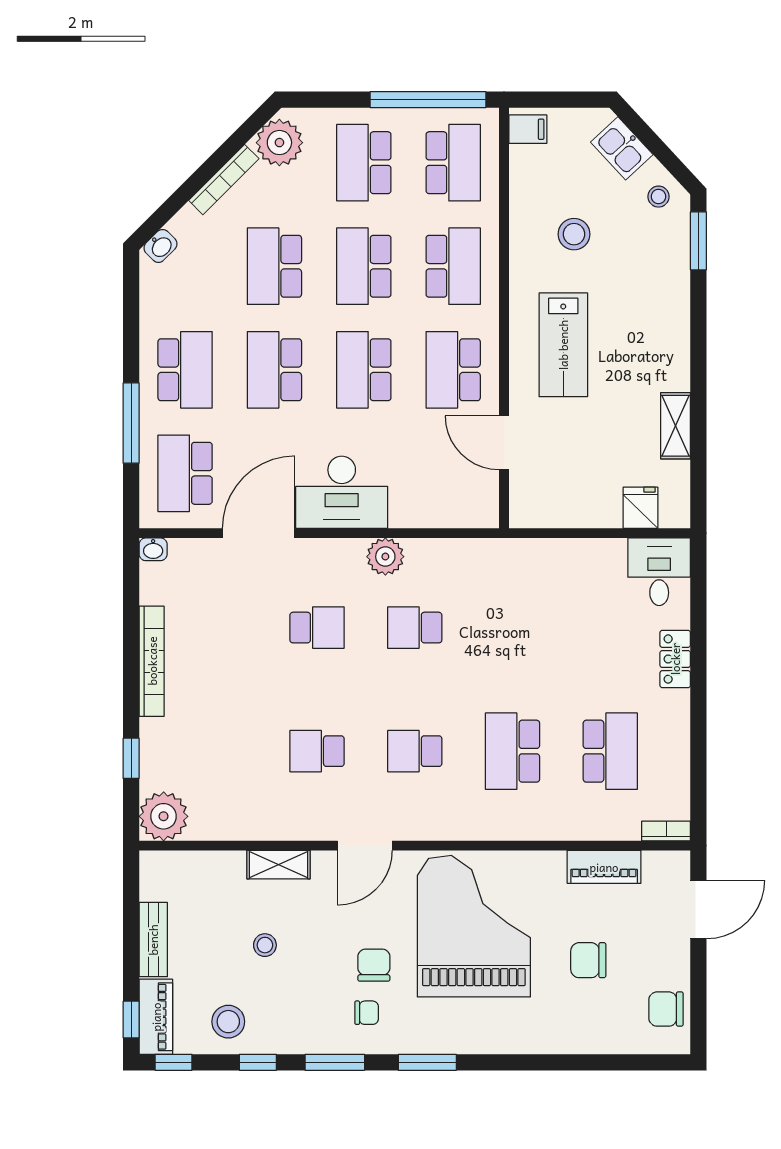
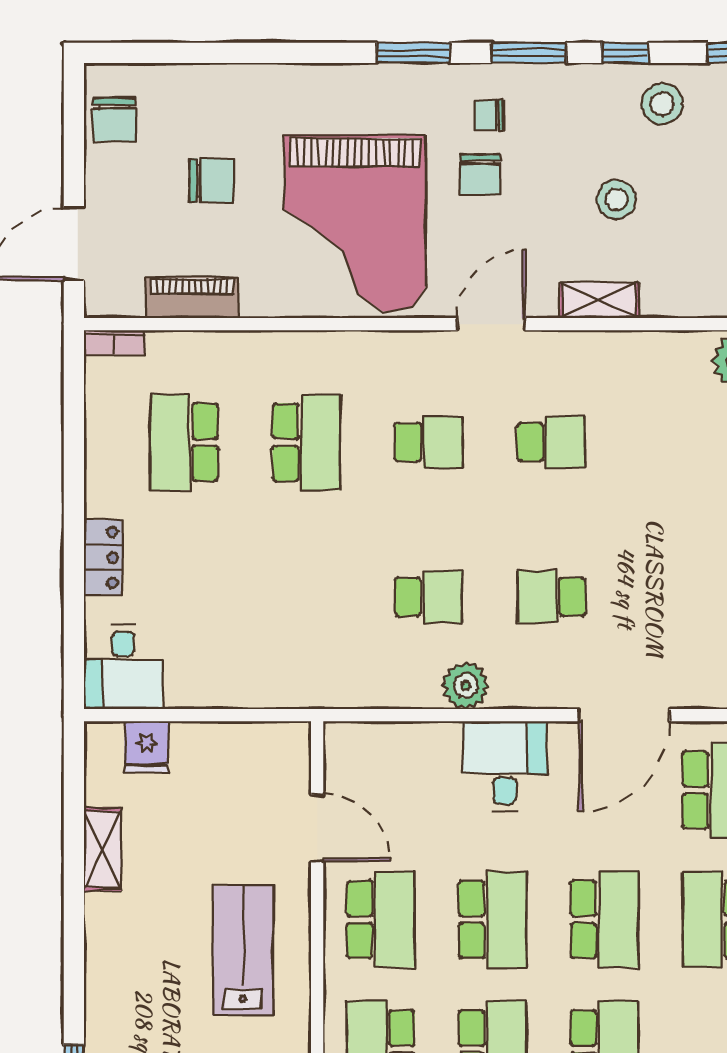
desk: (342, 492) -> (505, 766), width x0.73
stool: (265, 945) -> (616, 200), width x1.37, depth x1.37
chair: (666, 1009) -> (114, 120), turned 90

